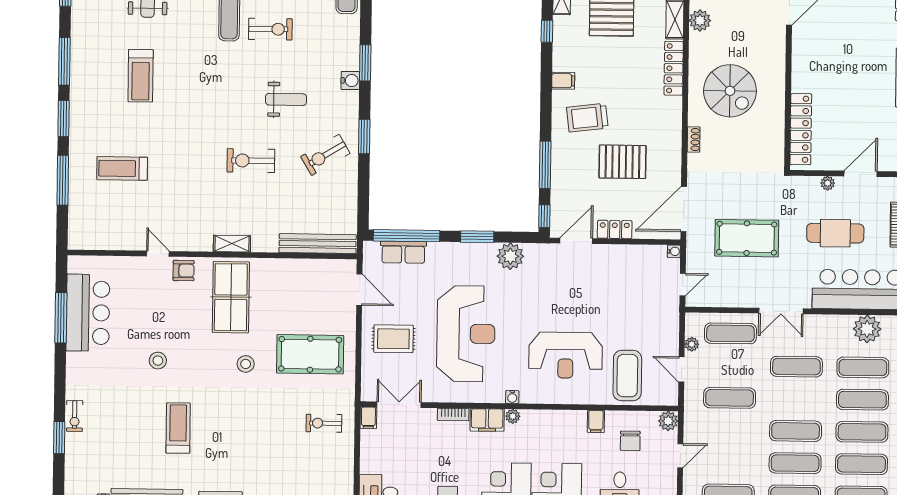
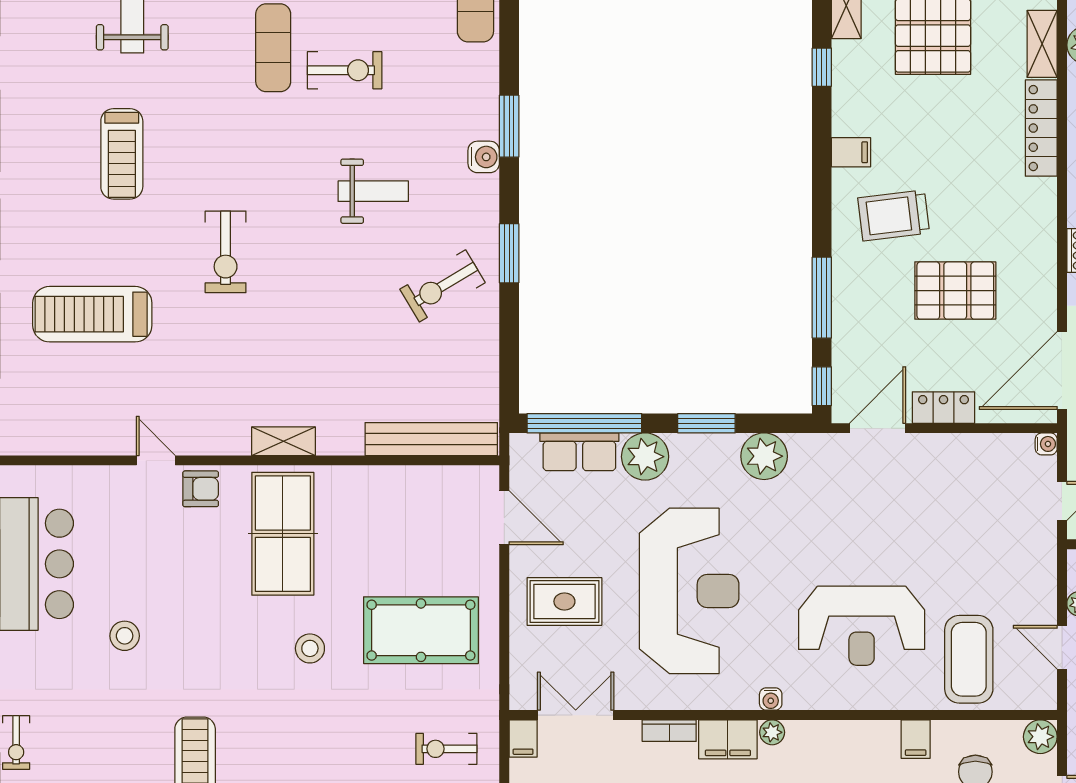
exercise bike: (251, 161) -> (226, 252), moved, turned -90
treadmill: (122, 168) -> (92, 314), width x1.37, depth x1.38
plant: (441, 255) -> (645, 457), added
stool: (158, 361) -> (125, 636), moved

